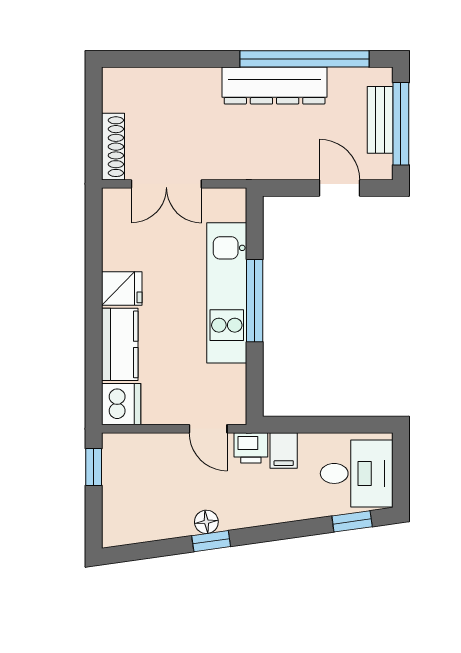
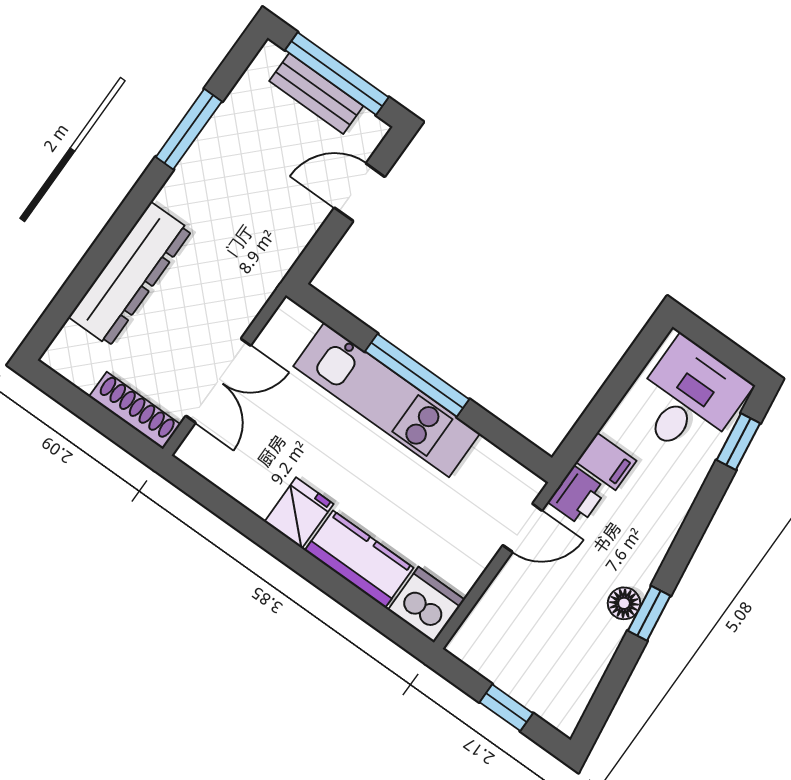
window: (304, 59) -> (189, 129), width x0.47
dresser: (275, 85) -> (130, 274), moved
window: (94, 467) -> (506, 708), moved

